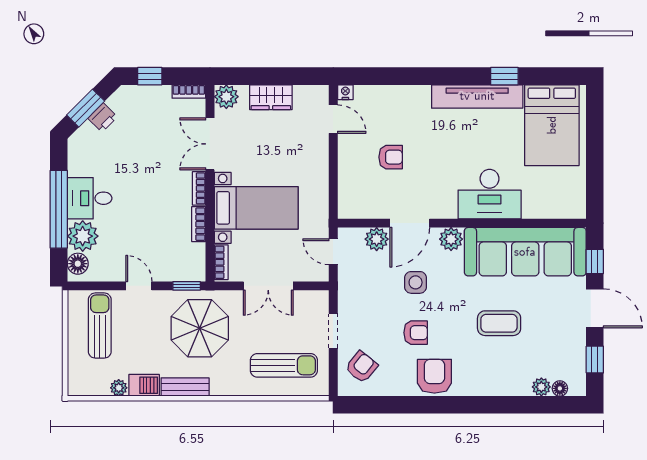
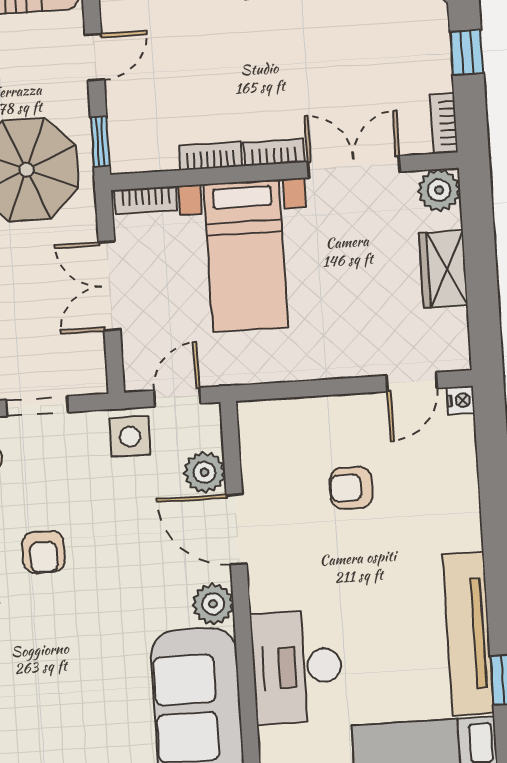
armchair: (391, 157) -> (351, 488), turned 90
side table: (416, 282) -> (130, 437), moved
coffee table: (499, 323) -> (70, 699), removed

